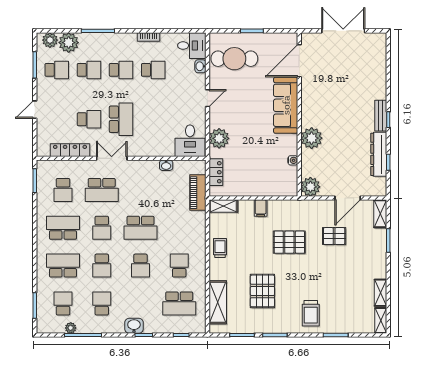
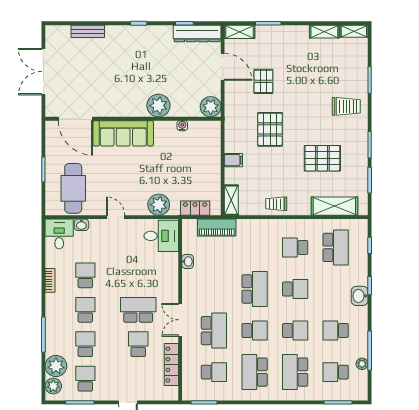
bench: (381, 116) -> (88, 31), moved
dresser: (379, 154) -> (197, 33), moved

